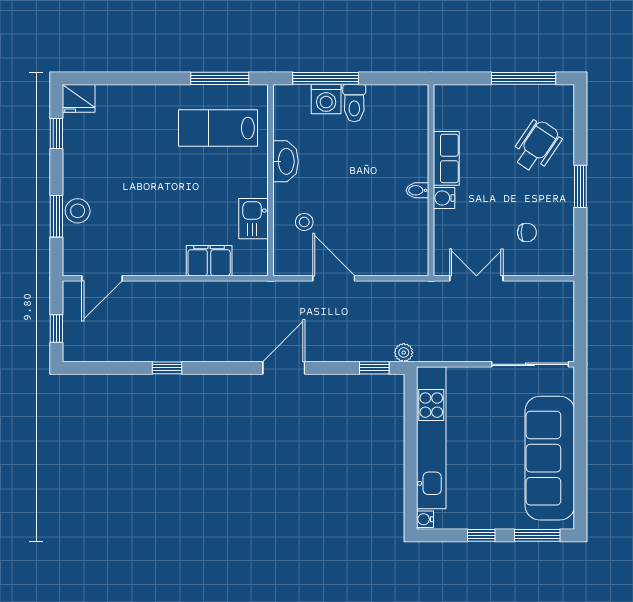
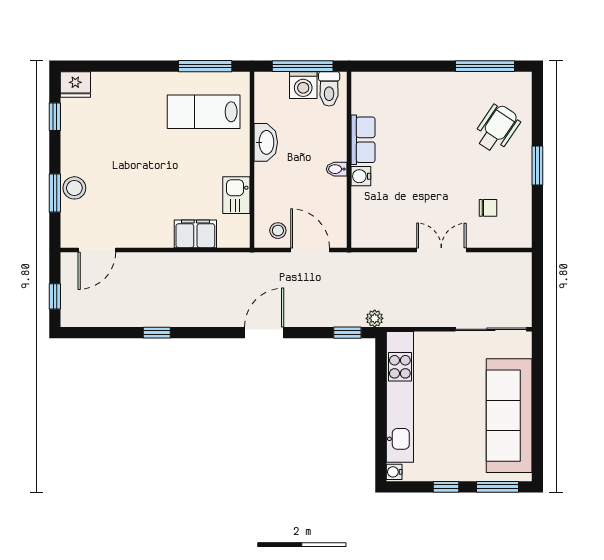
row of seats: (446, 158) -> (363, 140), moved
wall: (431, 180) -> (349, 160), moved
bidet: (417, 190) -> (337, 169), moved
water cooler: (444, 198) -> (361, 176), moved
stool: (304, 222) -> (278, 231), moved

